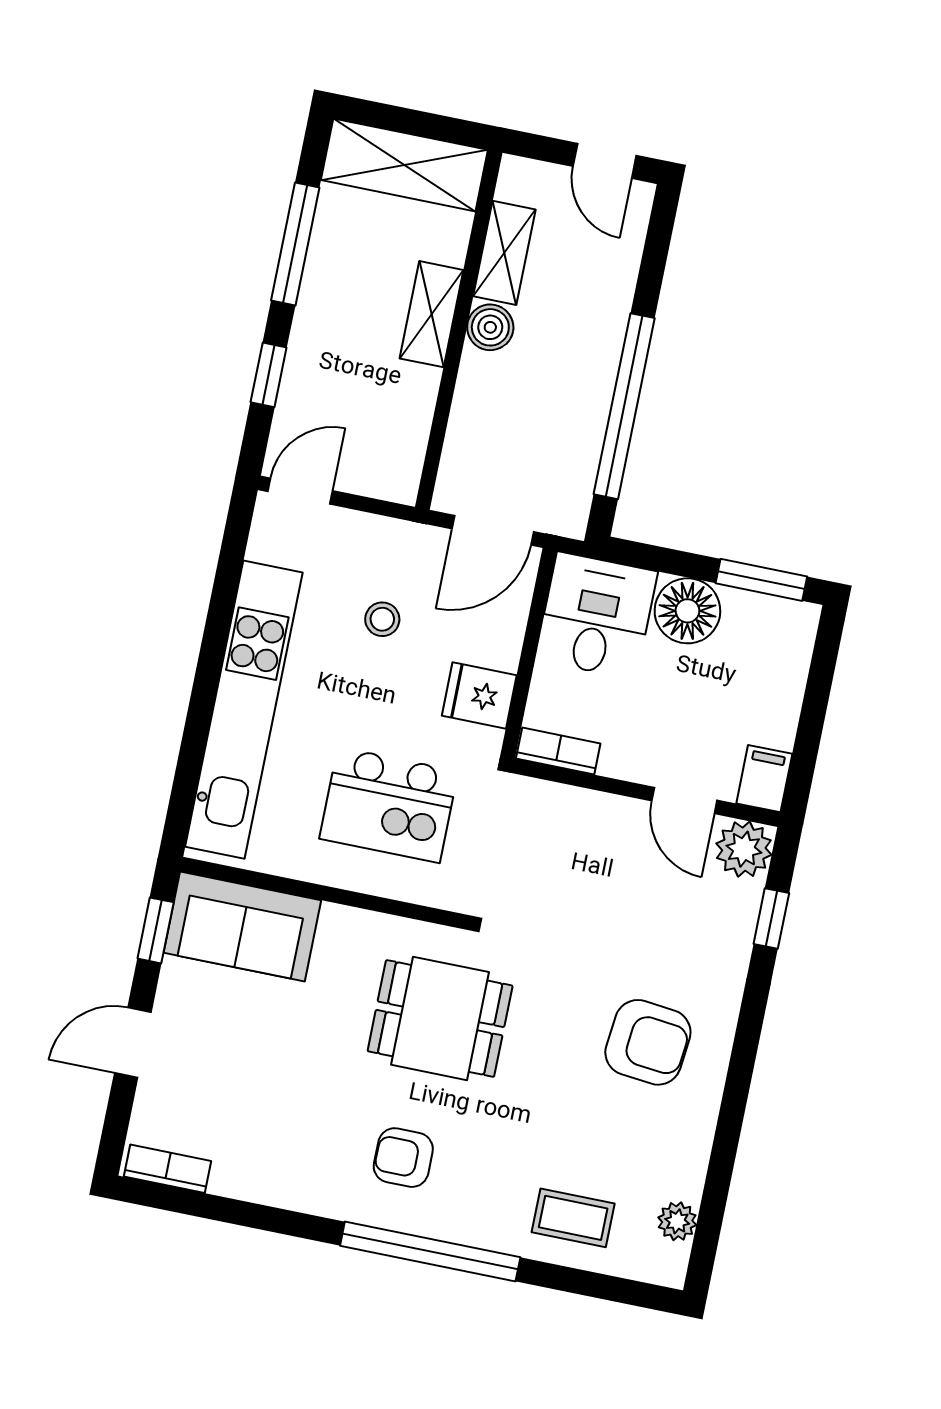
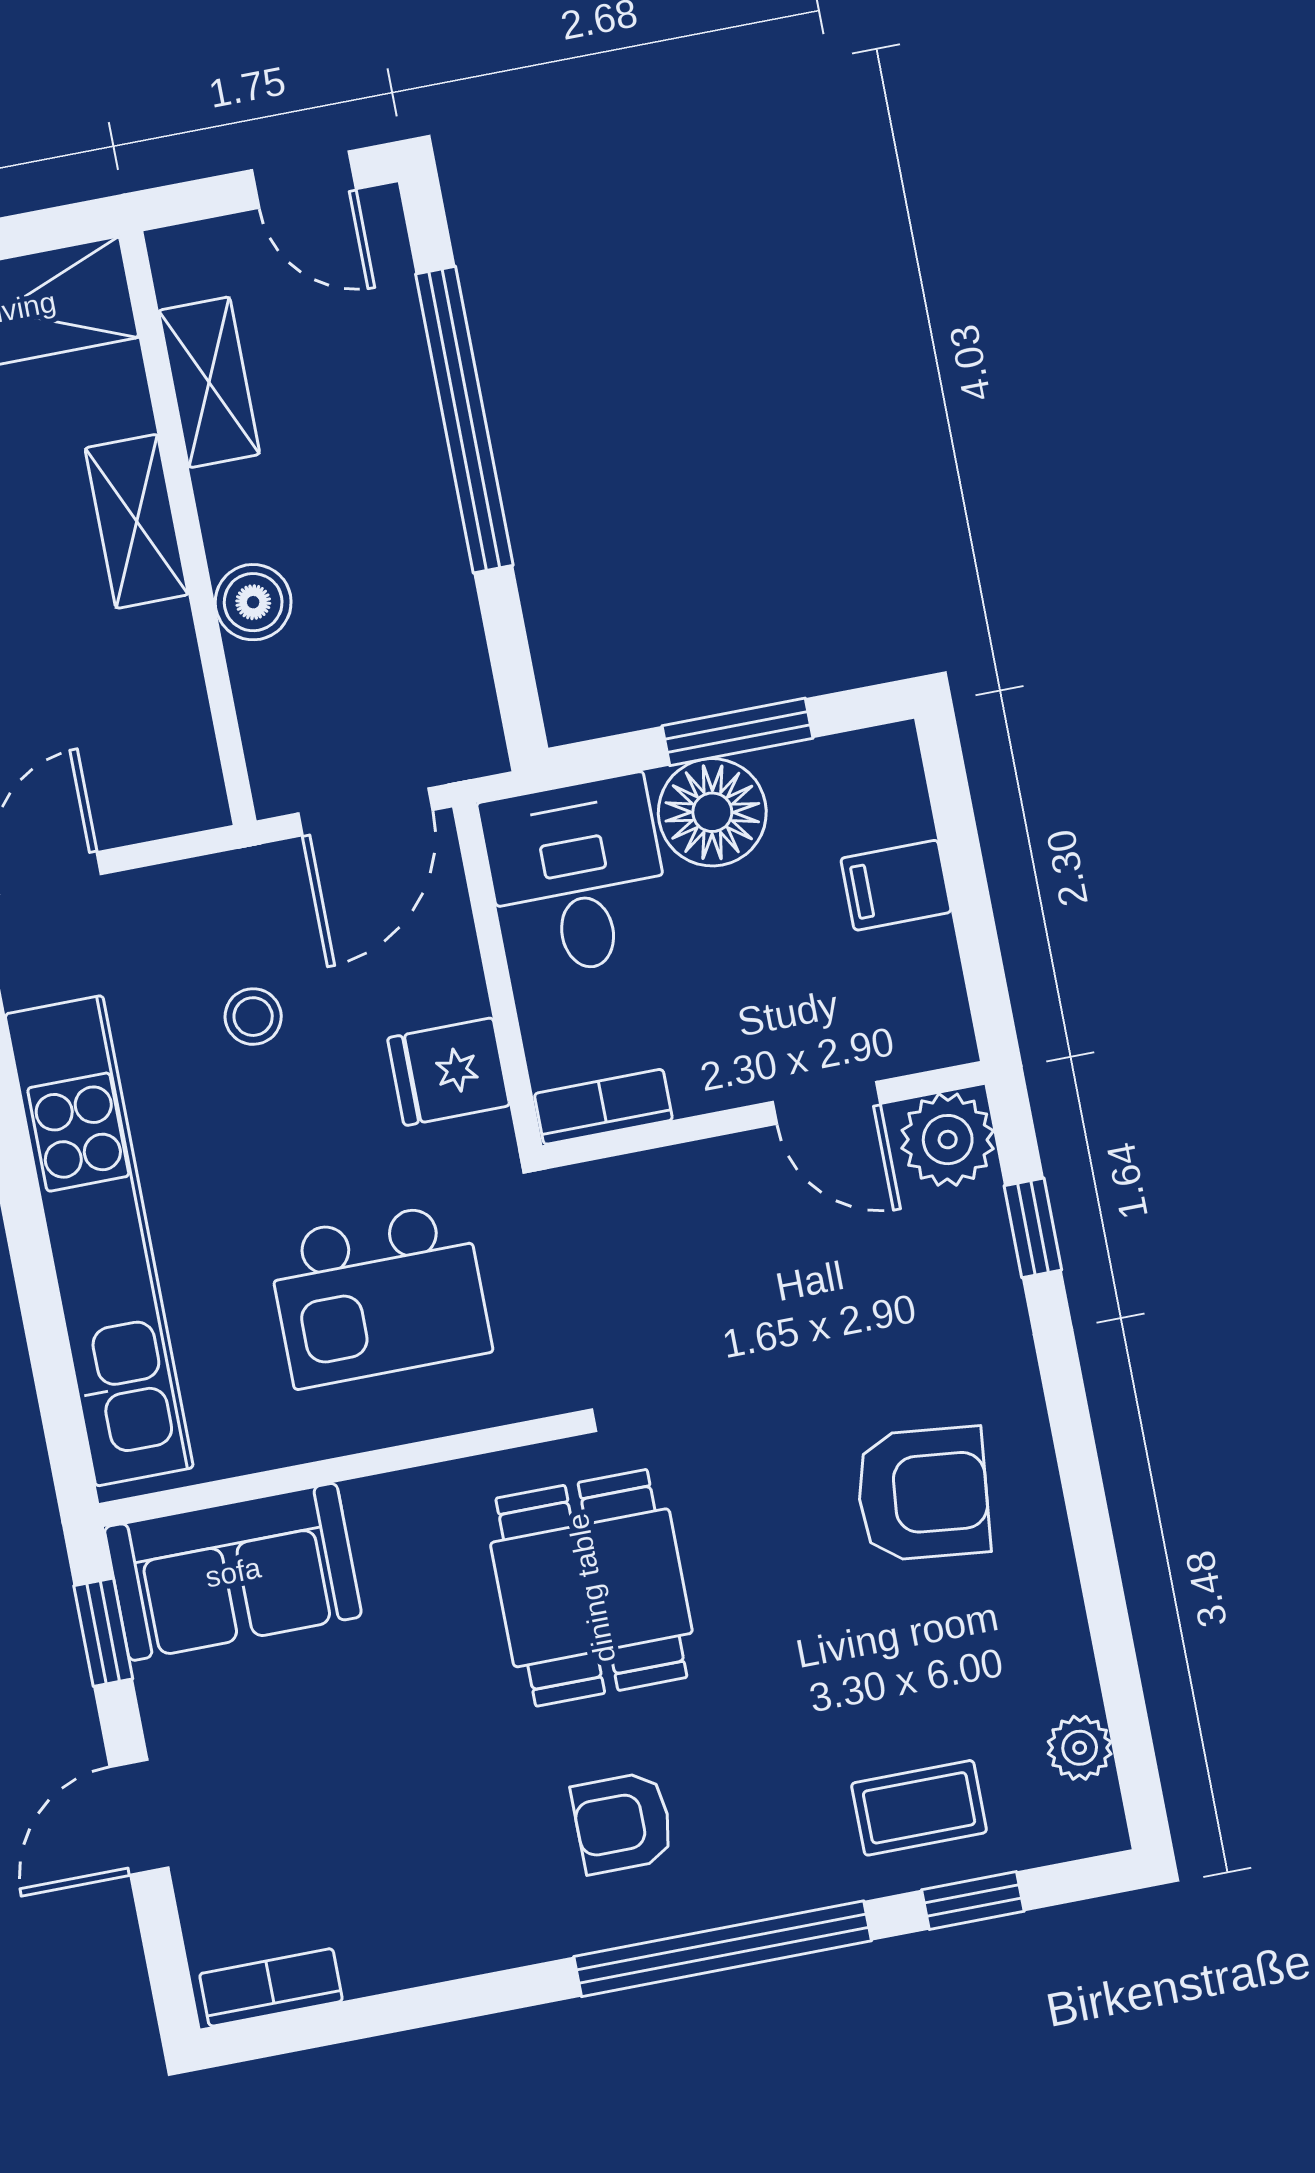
boiler: (490, 327) -> (253, 602), moved
window: (624, 406) -> (464, 420), moved
window: (761, 580) -> (738, 732), moved
filing cabinet: (764, 779) -> (896, 885), moved, turned -90
dining table: (440, 1018) -> (591, 1588), turned 90
window: (582, 1282) -> (973, 1901), added

